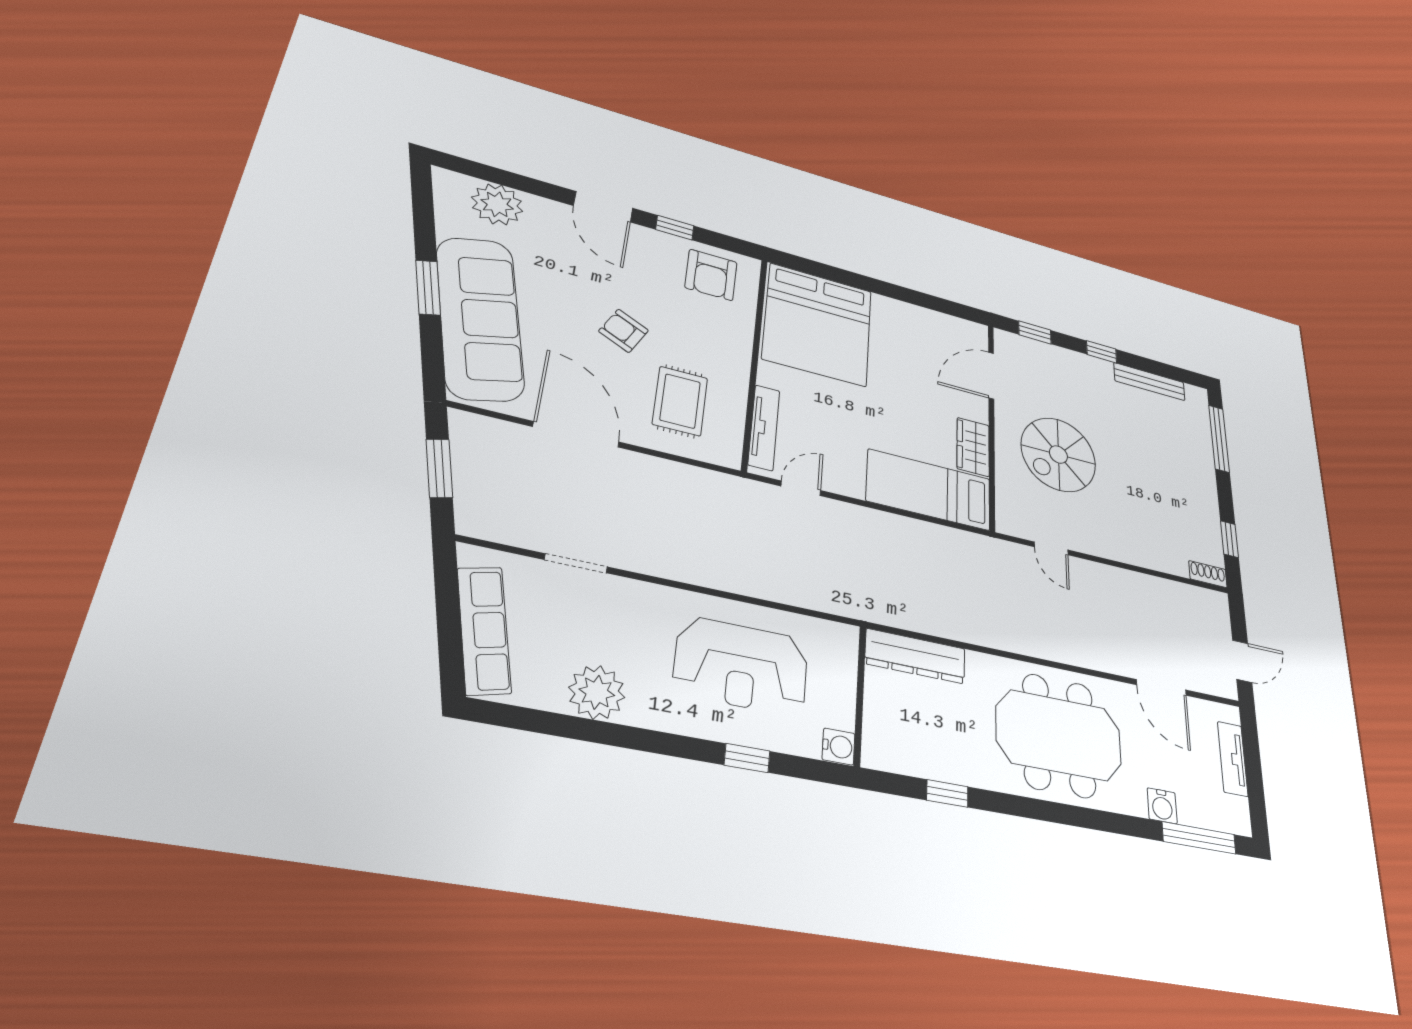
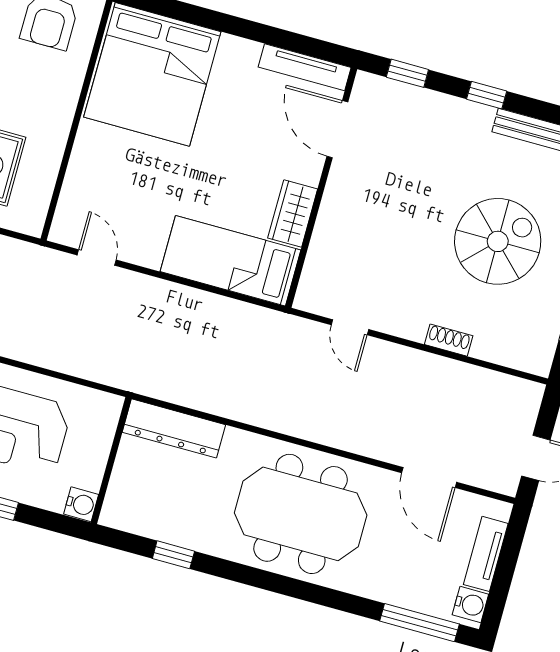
door: (991, 375) -> (337, 129), hinge flipped
tv unit: (764, 427) -> (305, 67), moved, turned 90
spiral stairs: (1058, 455) -> (498, 241), moved, turned 180
door: (801, 488) -> (97, 257), hinge flipped
shoe rack: (1208, 574) -> (449, 340), moved
water cooler: (1162, 806) -> (470, 604), moved, turned -90

